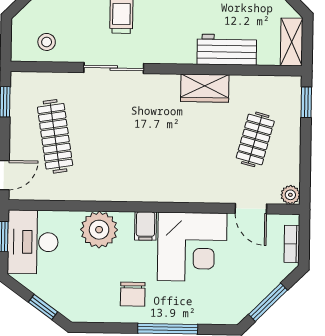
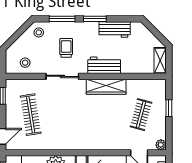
workbench: (227, 50) -> (104, 65), moved
wardrobe: (205, 88) -> (106, 87), width x1.50
window: (306, 102) -> (169, 108), moved

